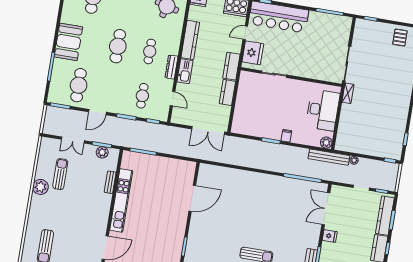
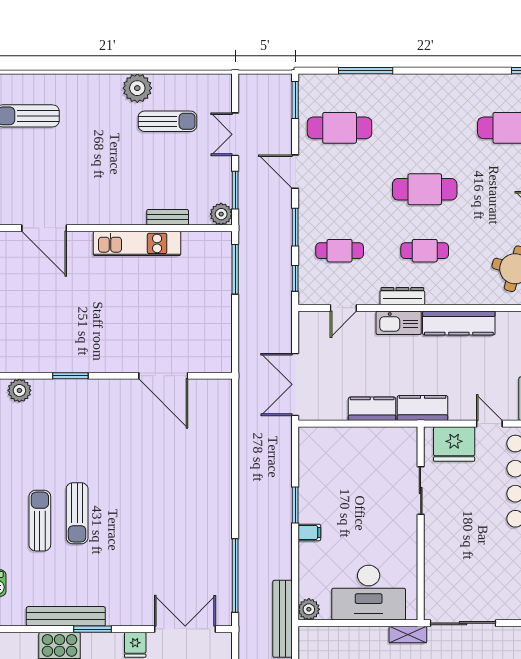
booth: (68, 42) -> (417, 96), removed
plant: (102, 152) -> (221, 214), moved
kitchen unit: (121, 200) -> (137, 243), width x0.73

